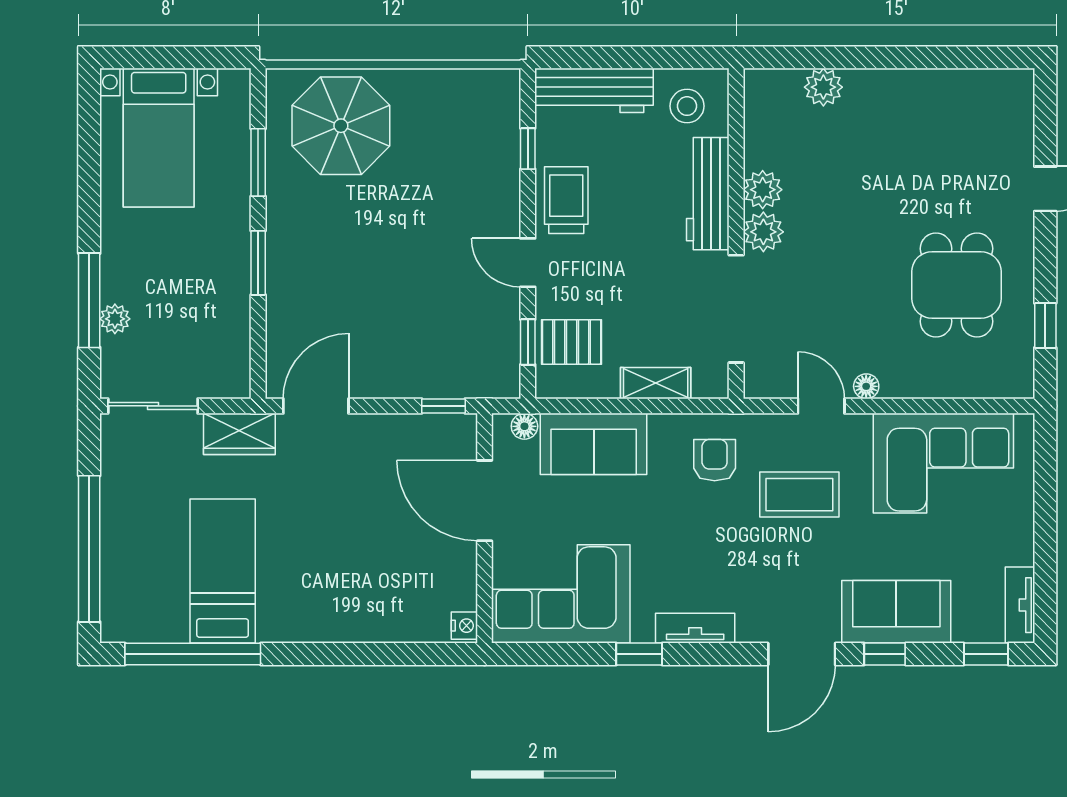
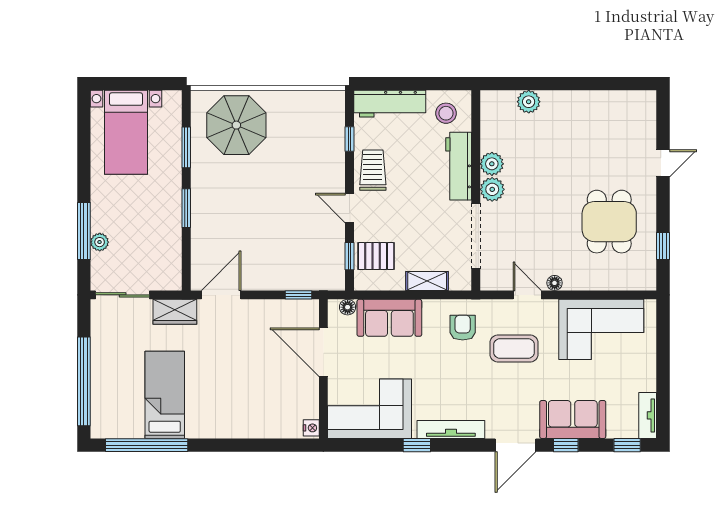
tv unit: (695, 628) -> (451, 429), width x1.41

